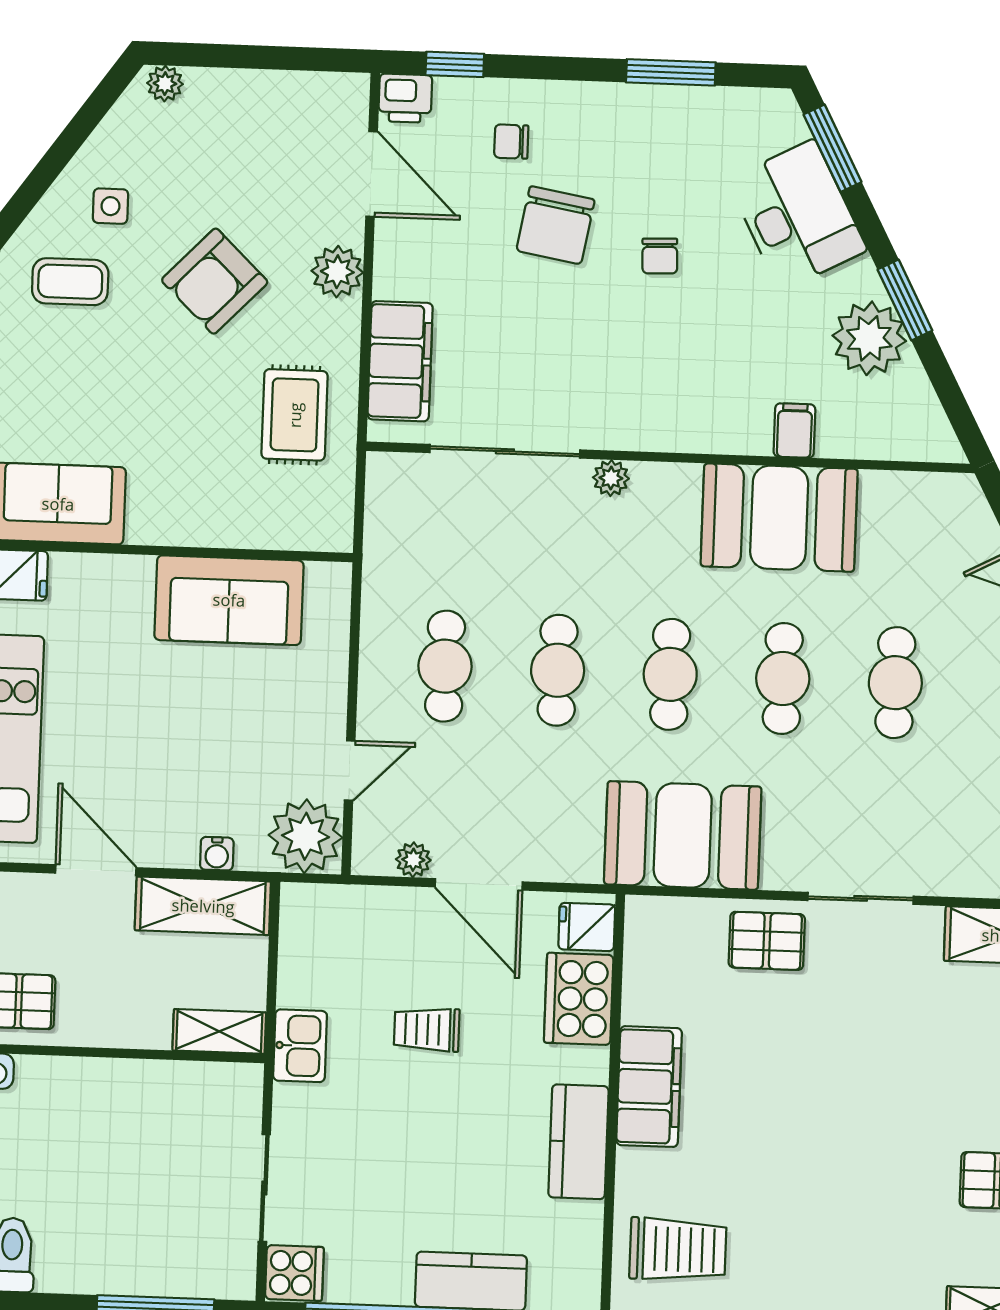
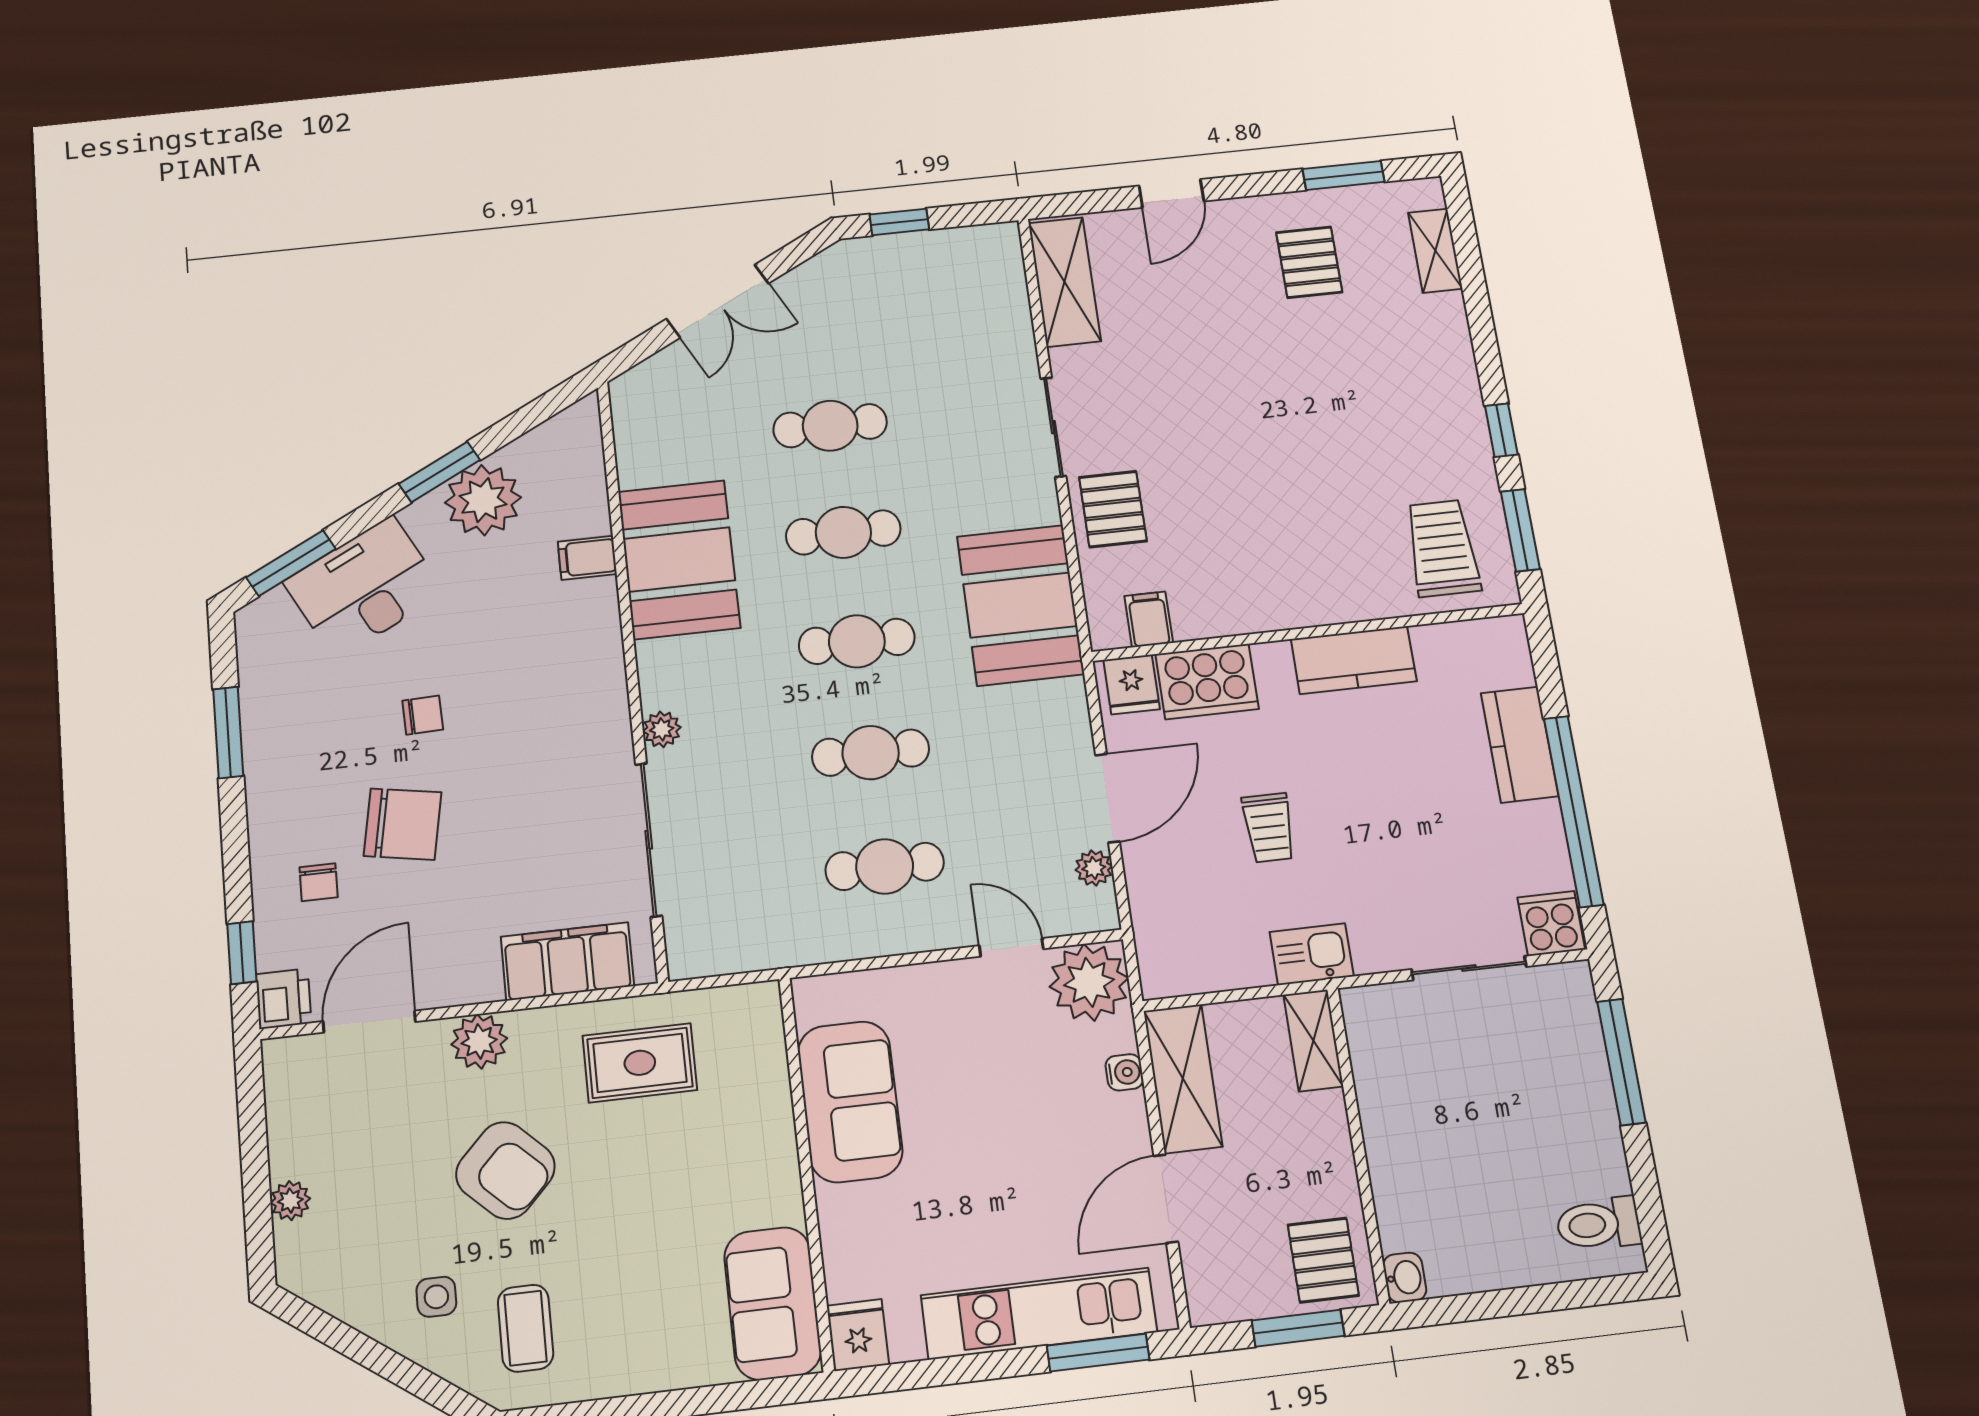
plant: (165, 84) -> (290, 1201), moved
filing cabinet: (649, 1087) -> (1149, 619), moved, width x0.33, depth x0.86

